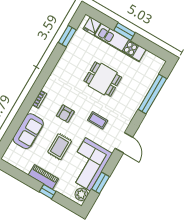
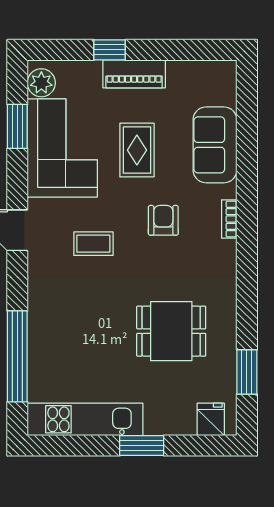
kitchen unit: (120, 43) -> (85, 419), moved
dining table: (103, 79) -> (171, 331), moved

